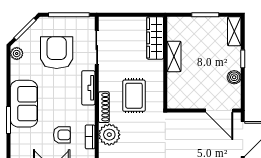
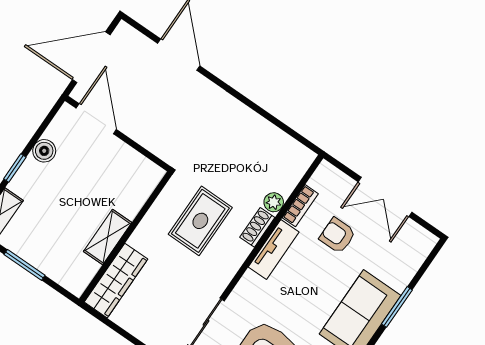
tv unit: (88, 88) -> (274, 250), moved
shoe rack: (104, 107) -> (257, 227), width x0.70
plant: (109, 135) -> (274, 202), width x0.53, depth x0.53

